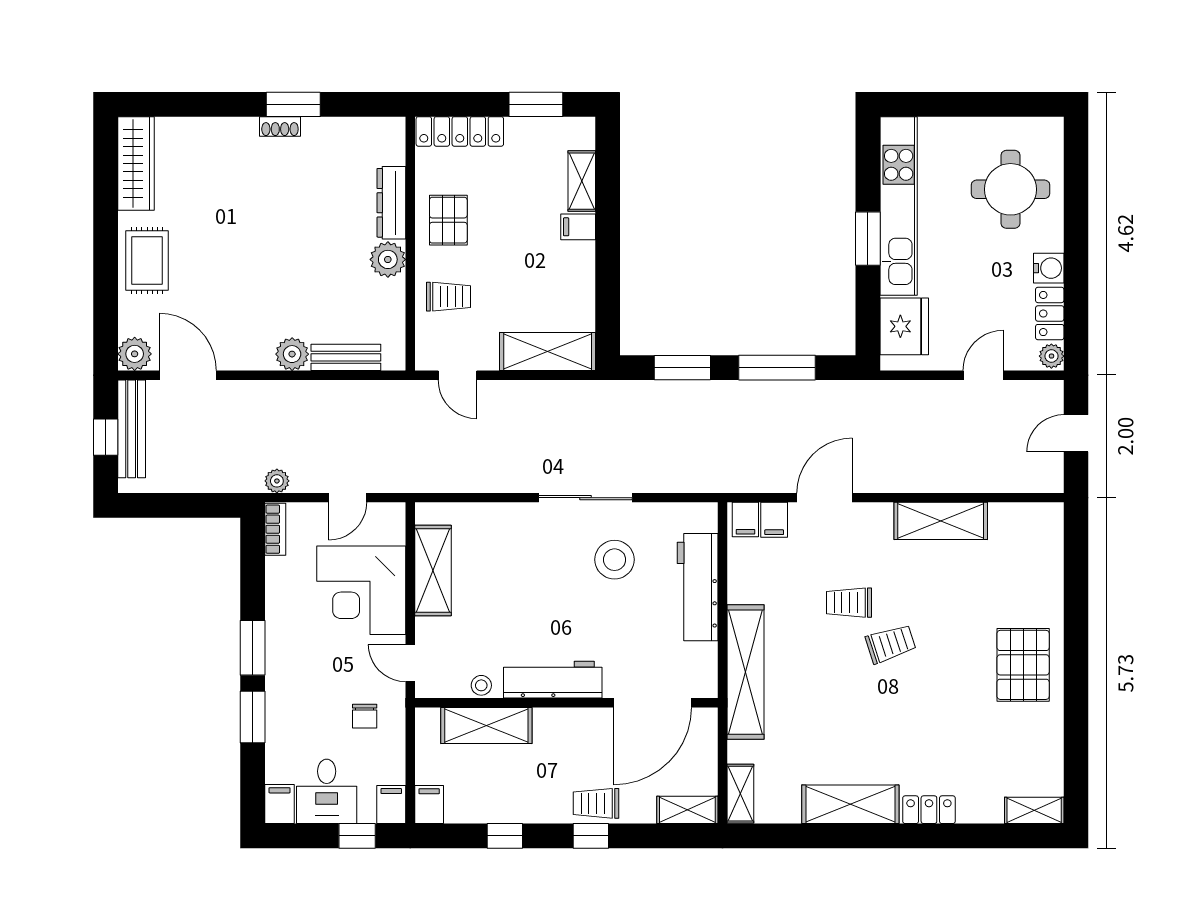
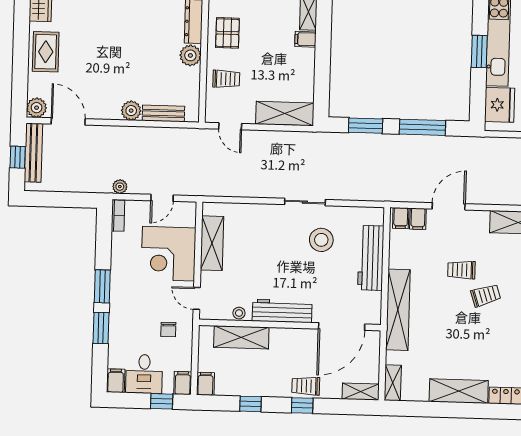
sliding door: (585, 498) -> (305, 202), width x0.73

